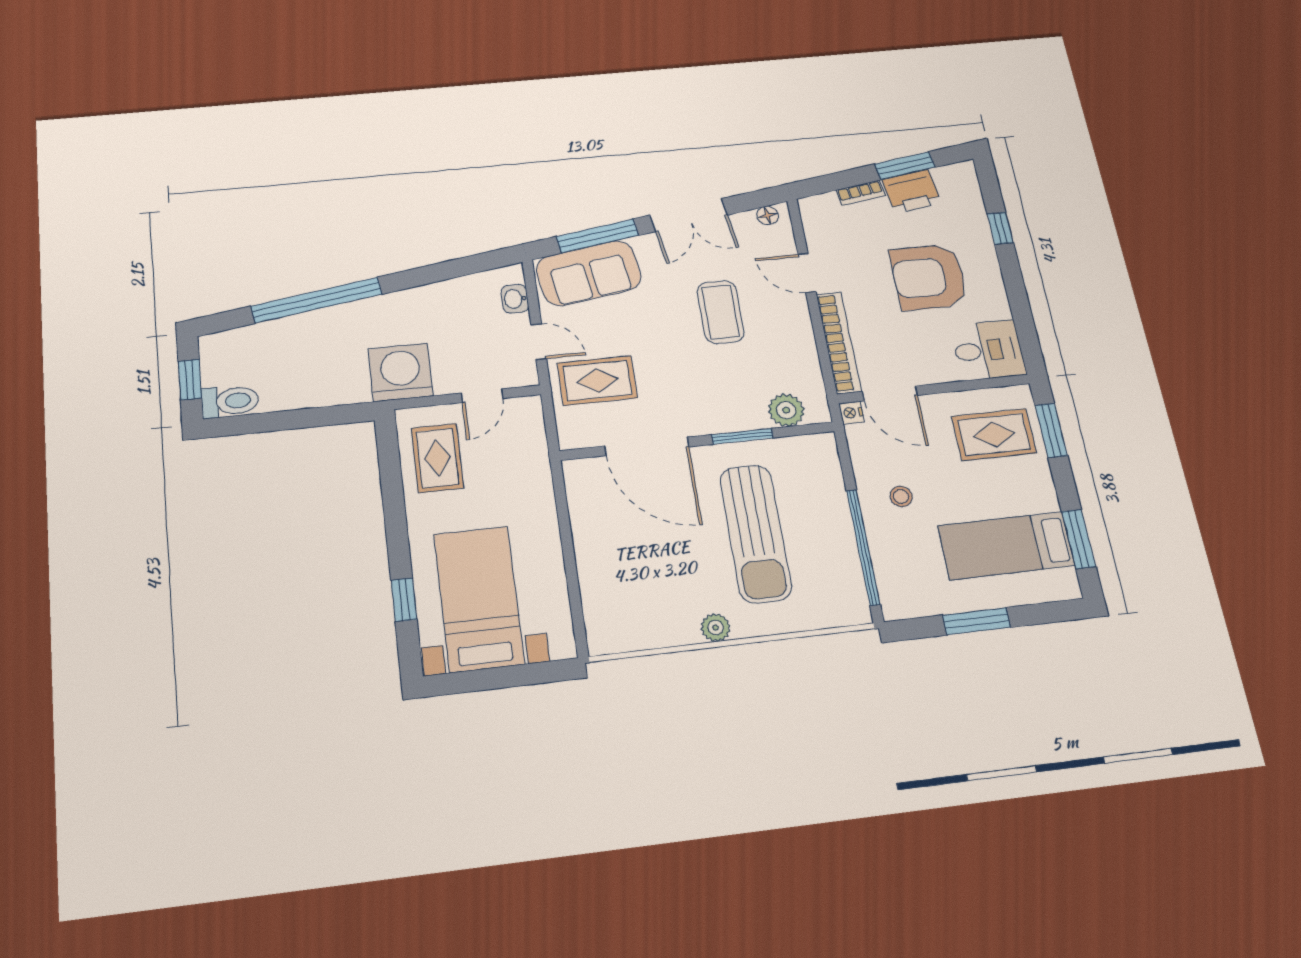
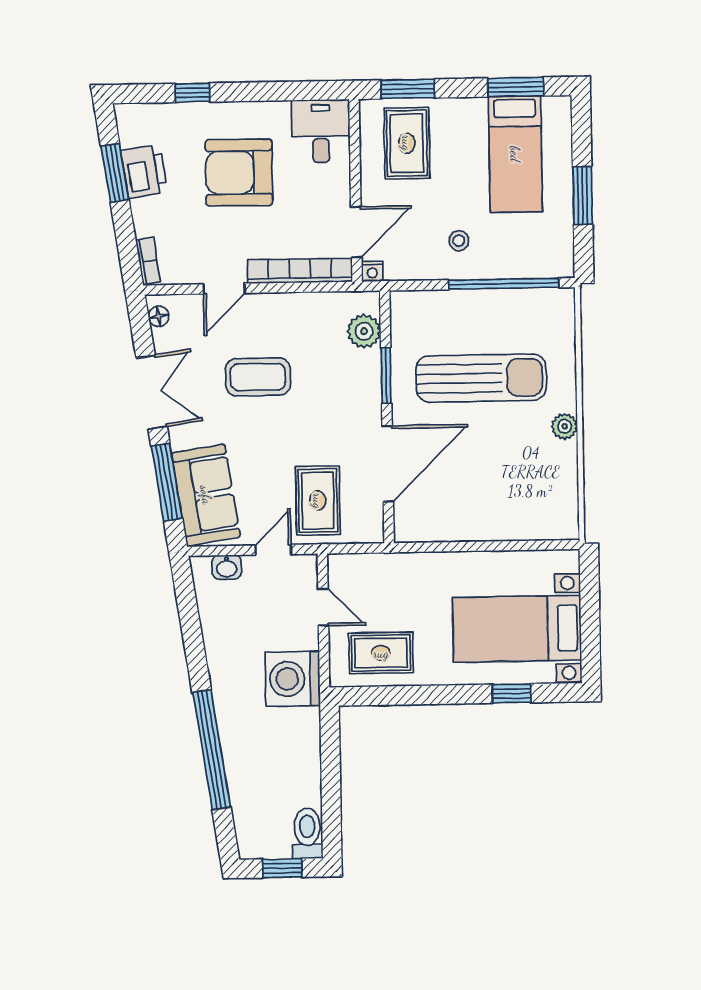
bookcase: (861, 193) -> (148, 261), moved
armchair: (929, 277) -> (239, 173), turned 90

